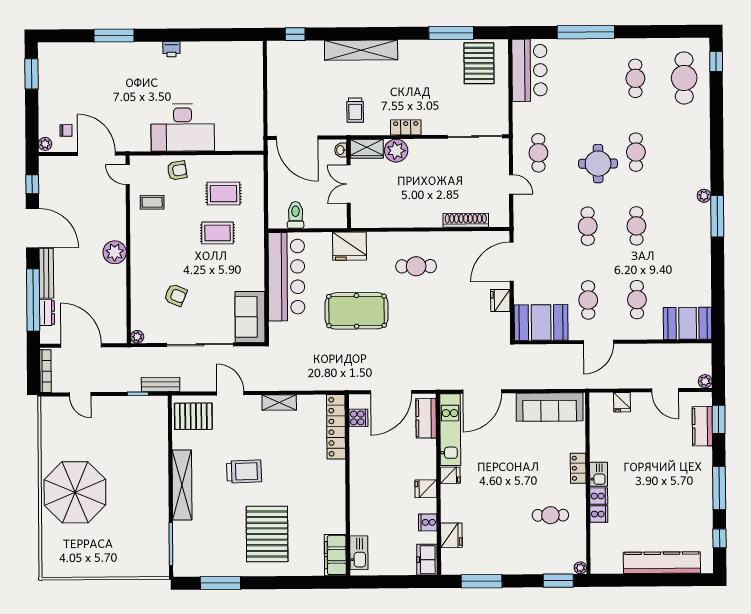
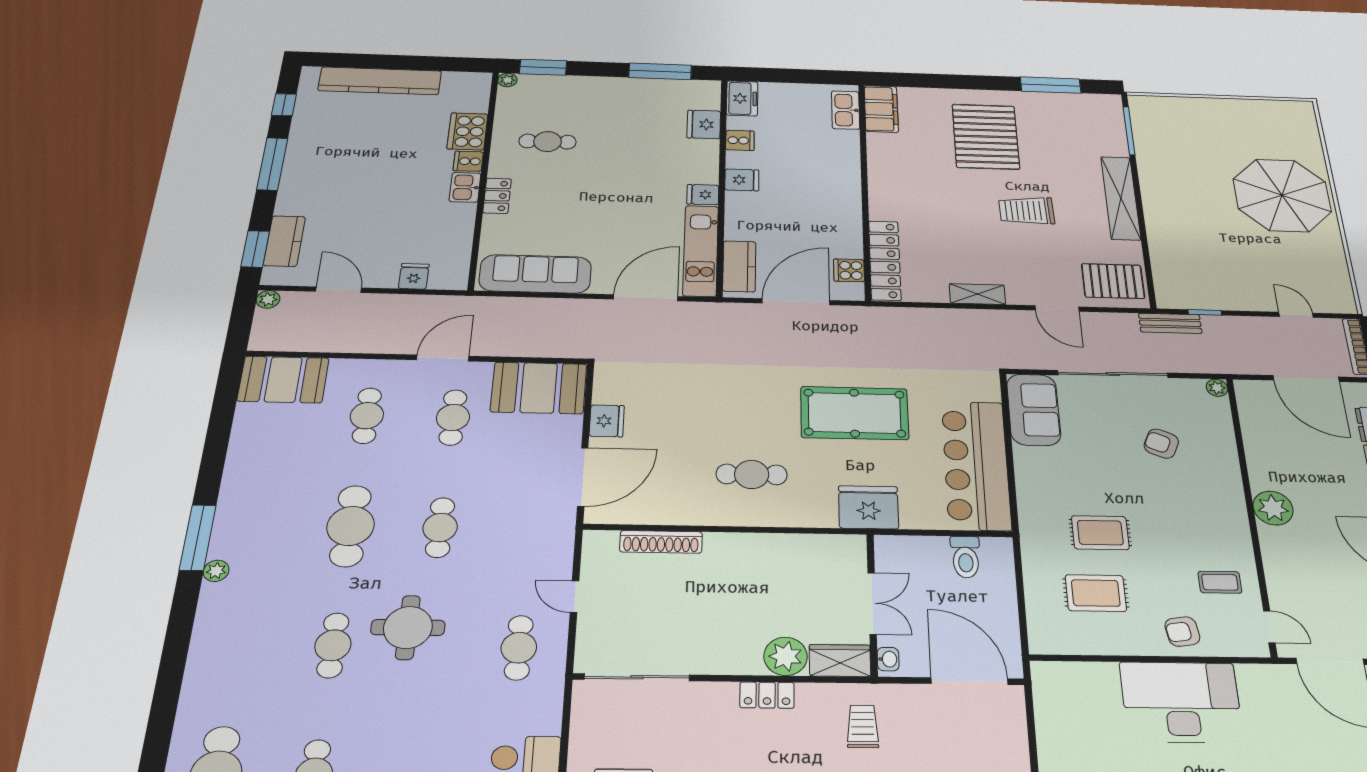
cafe table: (636, 226) -> (351, 526), width x1.37, depth x1.35
cooker: (599, 514) -> (467, 131), width x1.87, depth x1.31

